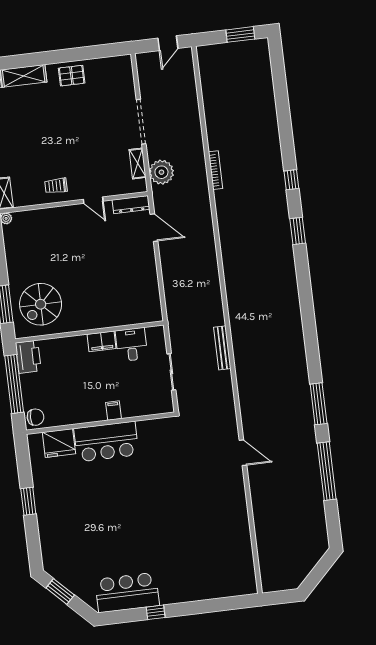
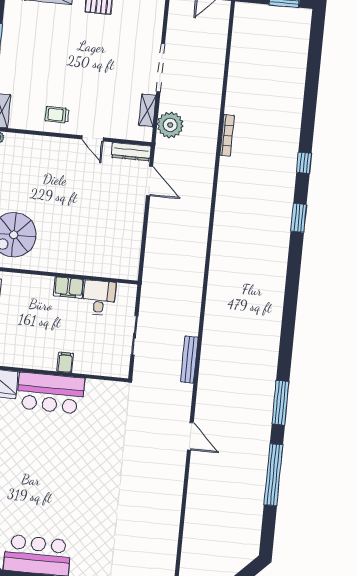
bench: (222, 348) -> (189, 360), moved

